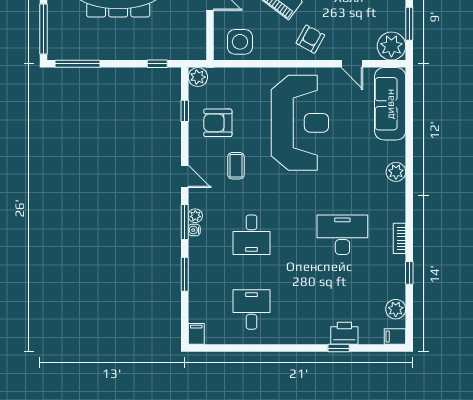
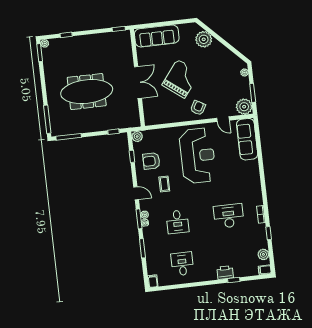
side table: (240, 42) -> (159, 114), removed
plant: (396, 172) -> (255, 177), removed
printer: (344, 333) -> (225, 273), moved

